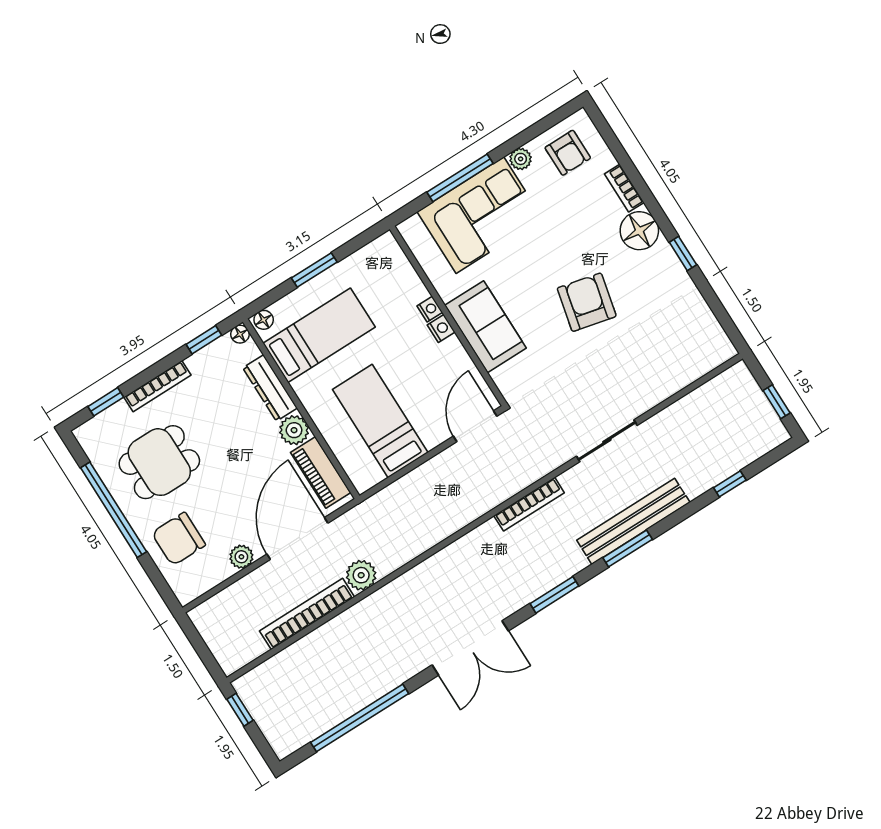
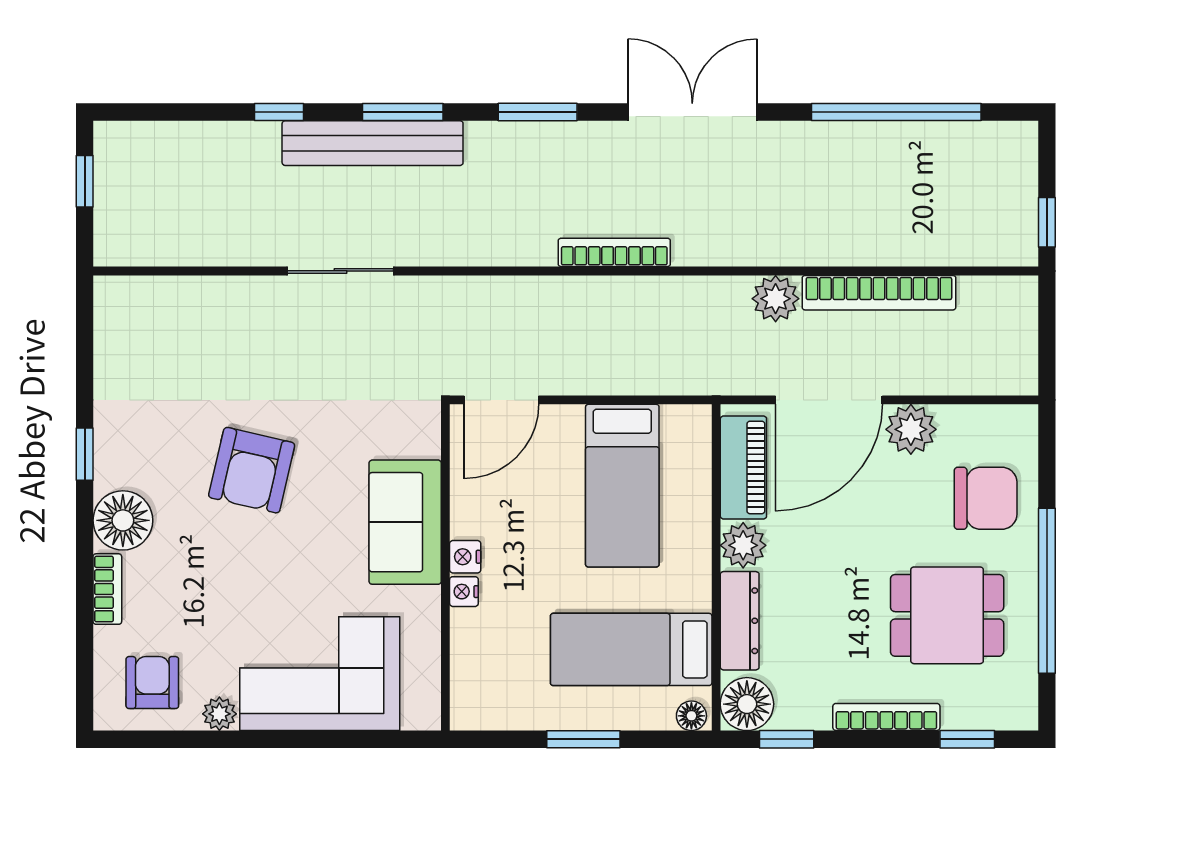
window: (460, 178) -> (315, 739), removed
floor lamp: (240, 334) -> (747, 704), width x1.89, depth x1.89
window: (730, 484) -> (279, 112), moved
bookcase: (529, 504) -> (614, 252), moved
plant: (241, 557) -> (911, 429), width x1.38, depth x1.38

